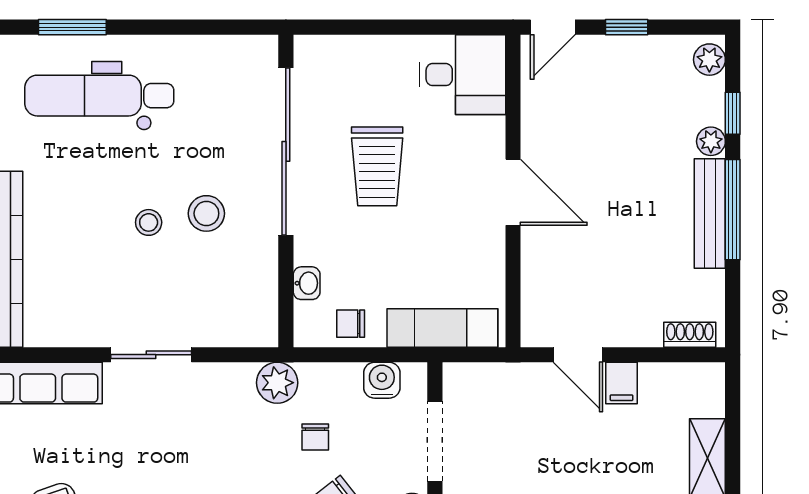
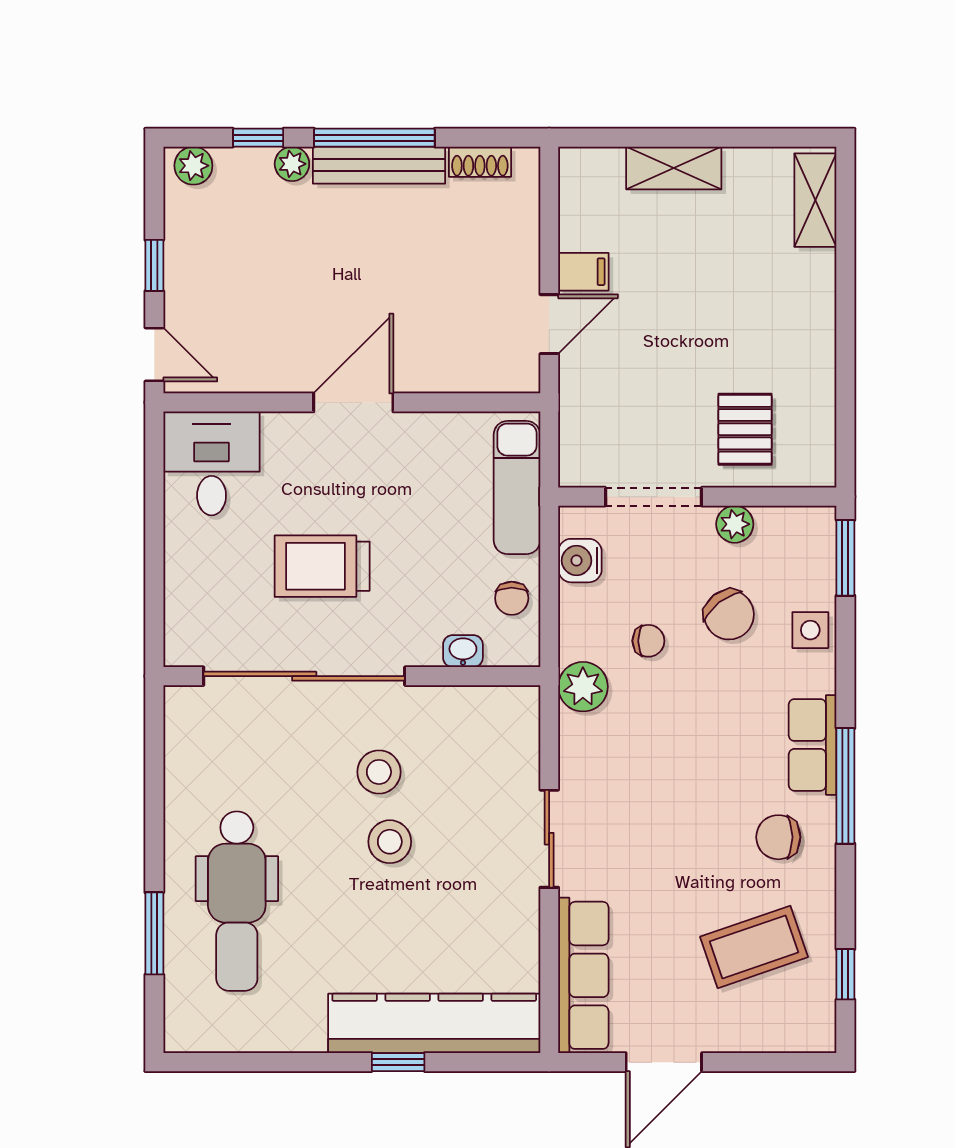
trolley: (377, 166) -> (322, 566), turned 180
stool: (149, 222) -> (390, 842), width x1.37, depth x1.37
shoe rack: (690, 335) -> (480, 162), moved, turned -90

